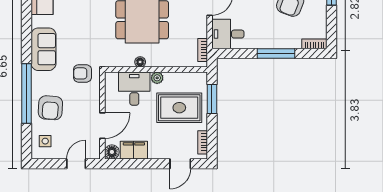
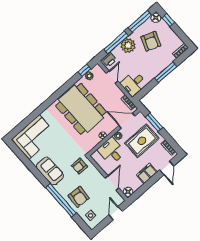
door: (183, 70) -> (127, 121), added
filing cabinet: (134, 150) -> (147, 174), moved

